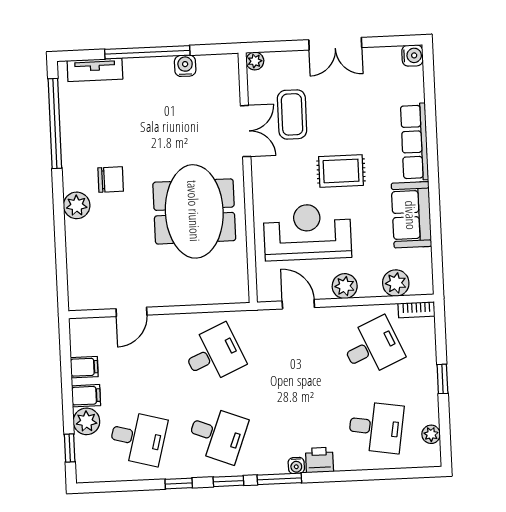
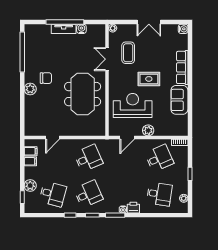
tv unit: (95, 70) -> (64, 29), moved
double door: (246, 131) -> (107, 59), swing flipped
plant: (396, 283) -> (171, 130), removed
door: (298, 304) -> (127, 138), swing flipped
filing cabinet: (86, 396) -> (31, 151), moved
desk: (217, 434) -> (88, 194), turned -45

